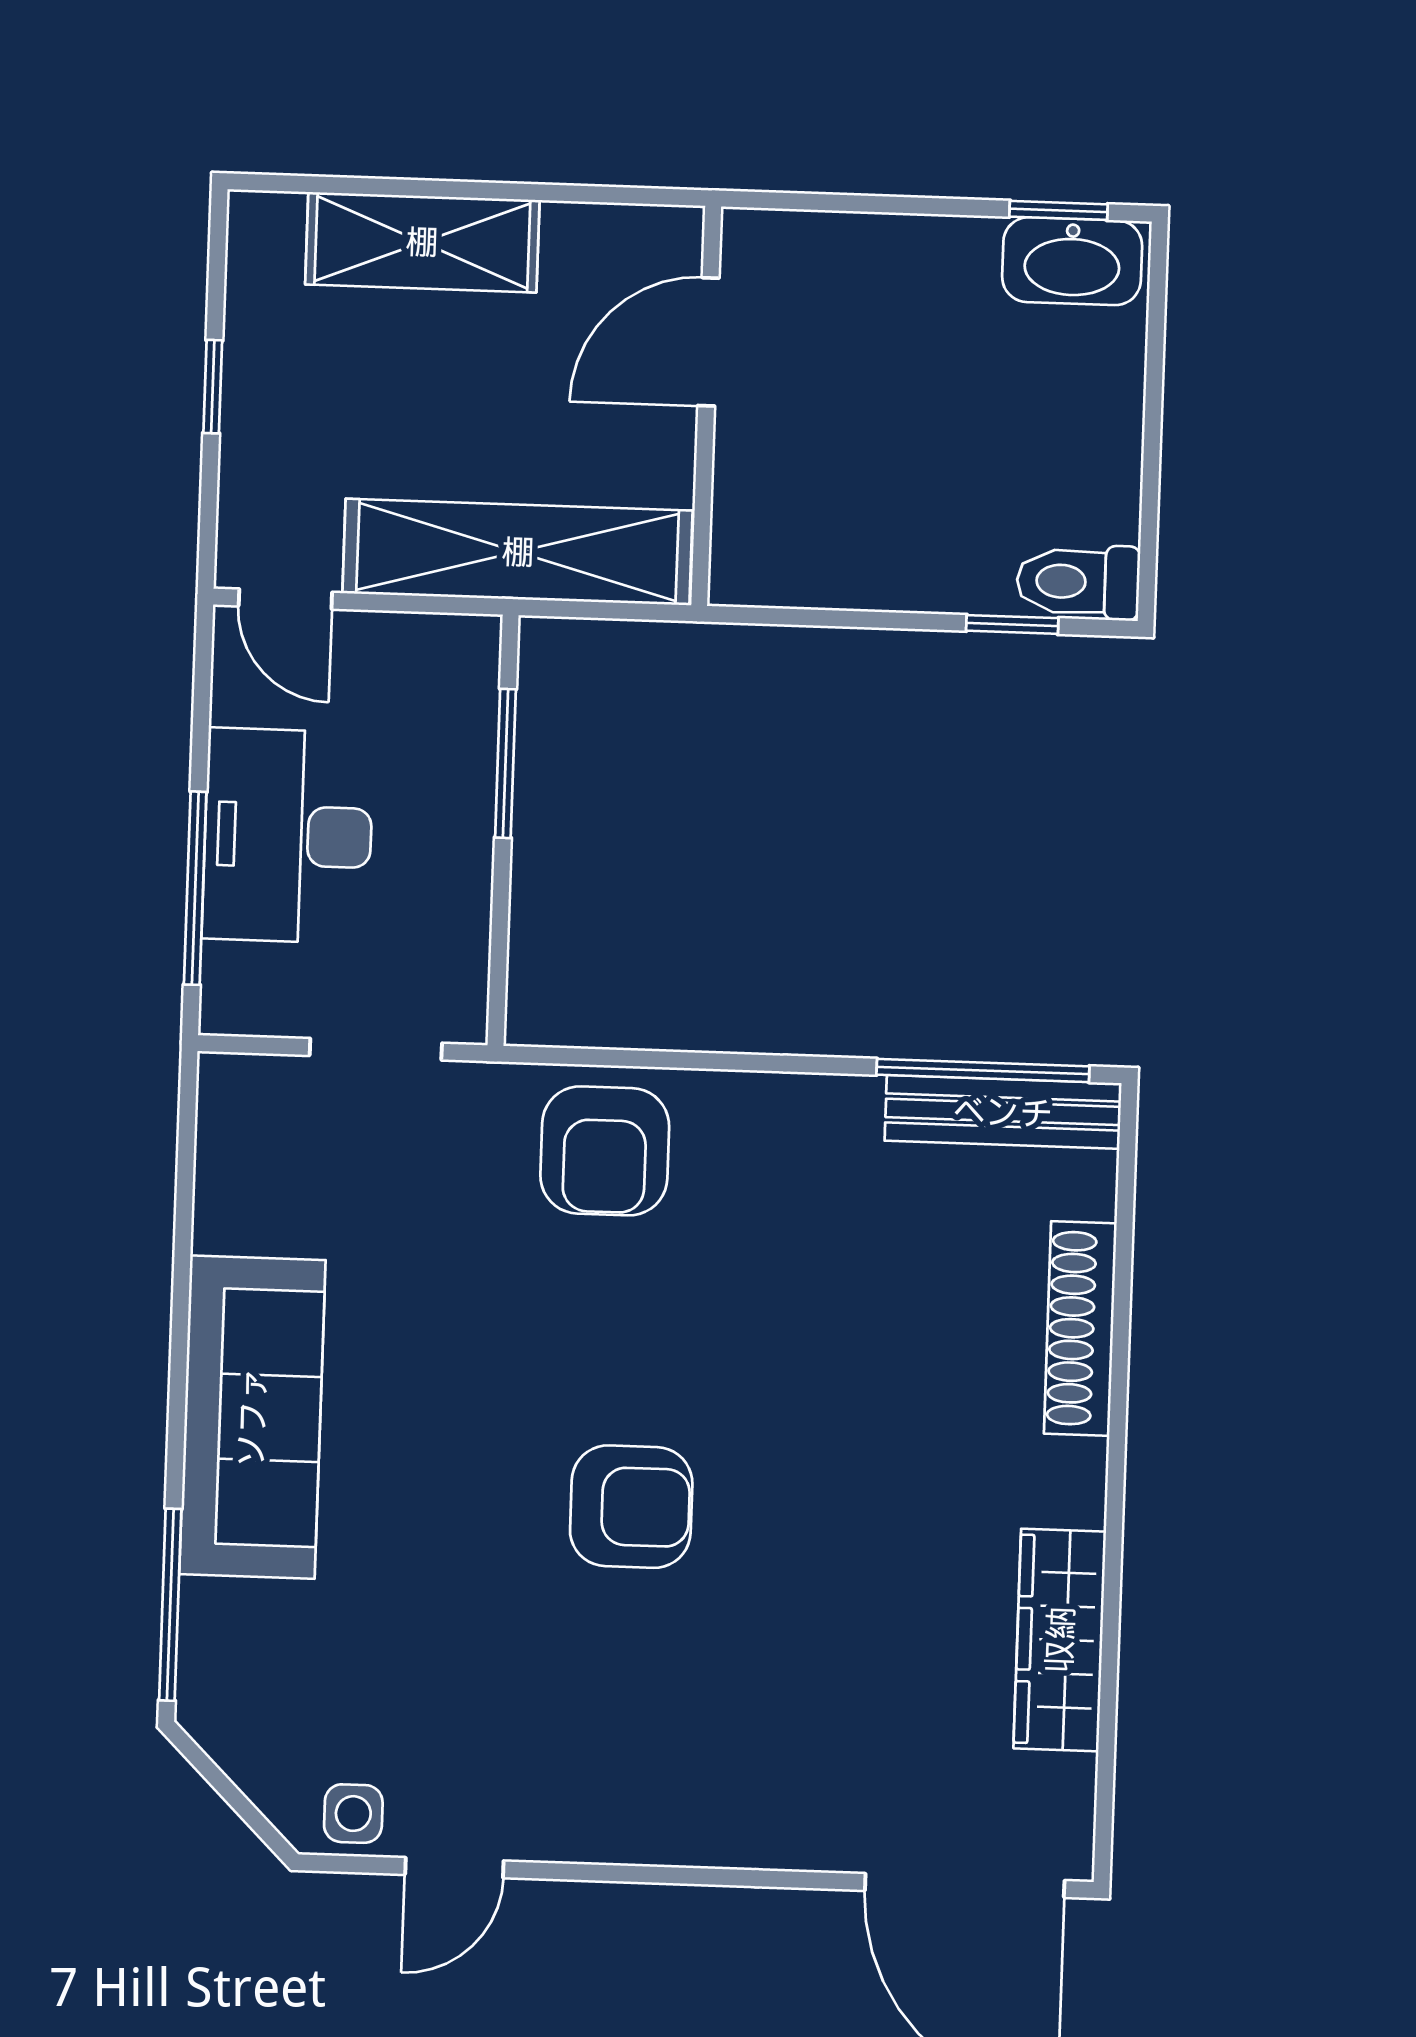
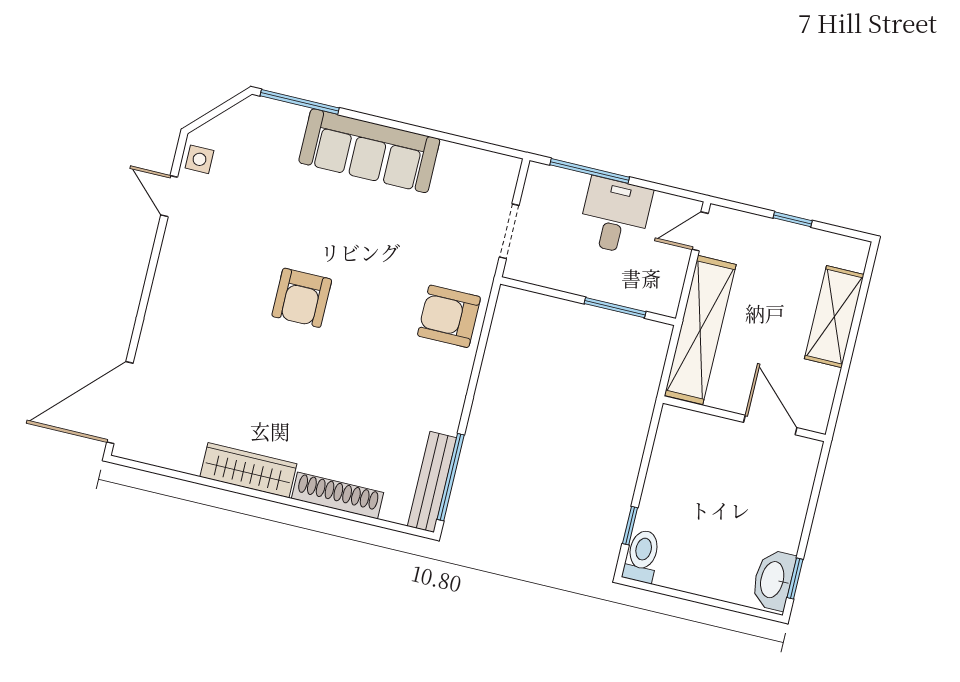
desk: (288, 836) -> (615, 216), width x0.73
wardrobe: (1060, 1640) -> (248, 470), moved

